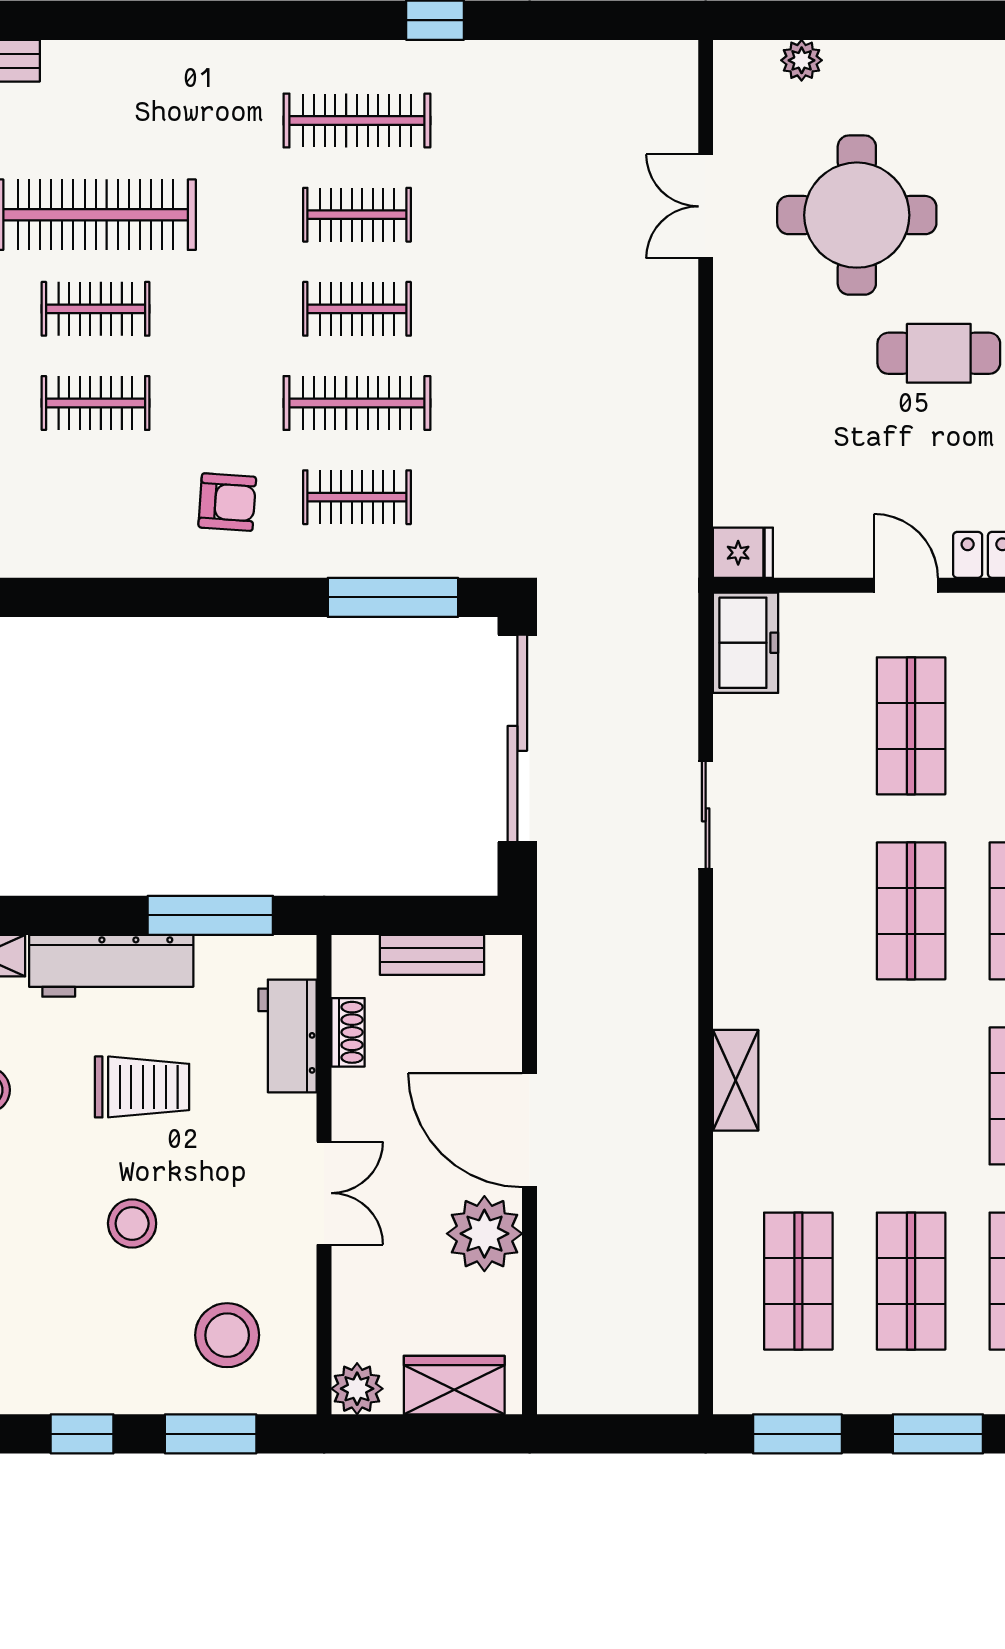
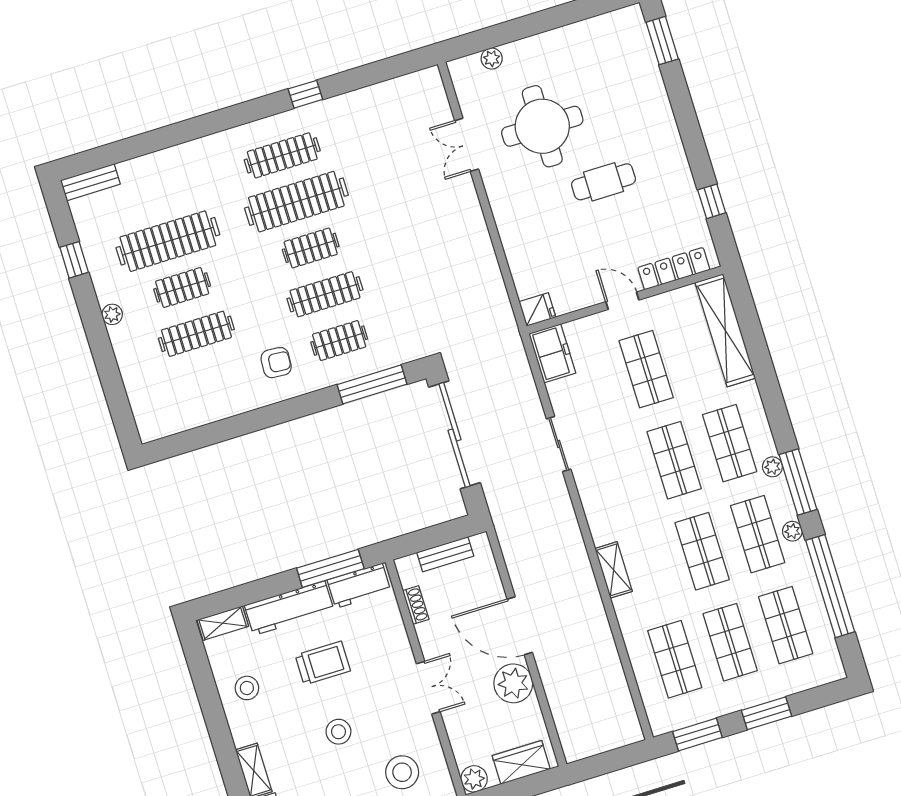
clothes rail: (357, 215) -> (296, 202), width x1.86, depth x1.31
clothes rail: (96, 403) -> (196, 334), width x1.36
workbench: (288, 1036) -> (359, 586), moved, turned -90
shop shelf: (911, 1096) -> (702, 551), added

